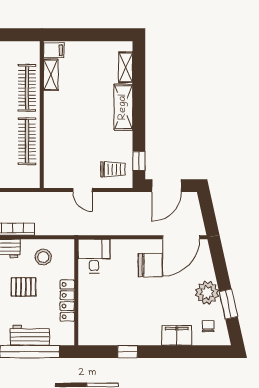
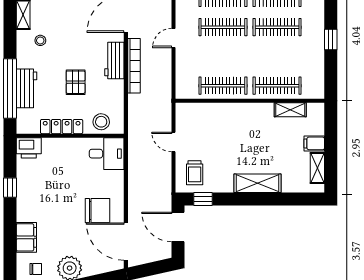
filing cabinet: (54, 50) -> (314, 143), moved, turned 90
shelving: (126, 67) -> (317, 168), moved, turned 90
door: (83, 190) -> (174, 142), hinge flipped
stool: (43, 257) -> (101, 122), moved
chair: (150, 265) -> (97, 210), turned -90
printer: (88, 333) -> (29, 148), added

